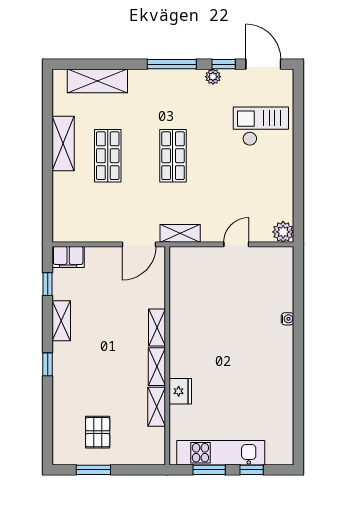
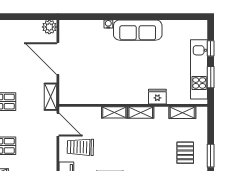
door: (236, 244) -> (58, 59), width x1.88
trolley: (106, 278) -> (80, 147), added
sofa: (279, 362) -> (138, 30), added
shelving: (157, 407) -> (182, 113), moved
pallet: (98, 432) -> (185, 153), turned 90

